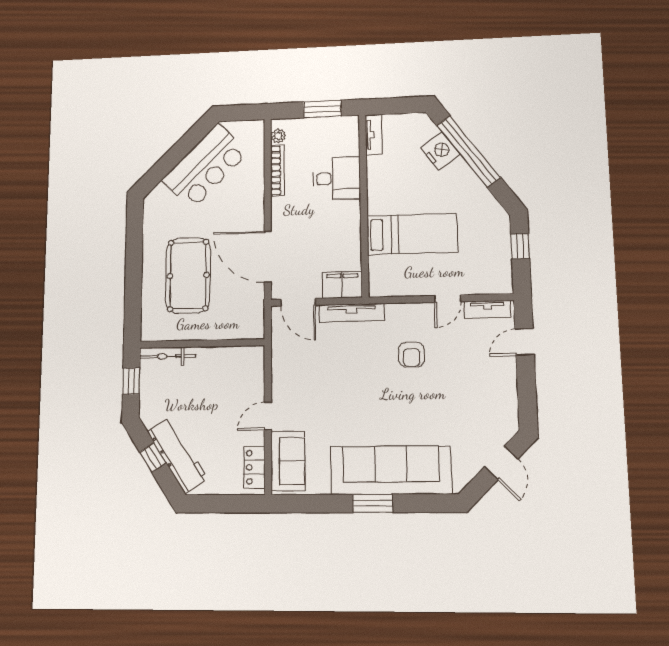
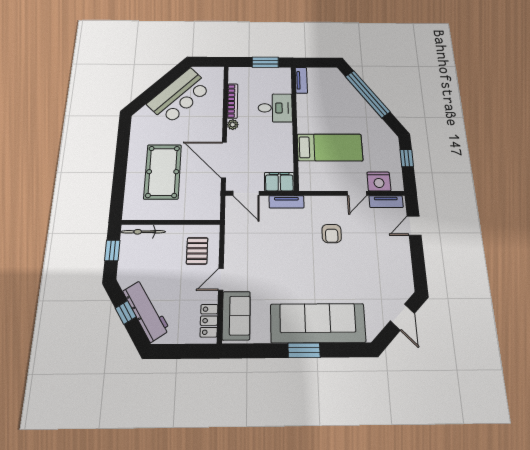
plant: (278, 136) -> (233, 125), moved
nightstand: (440, 151) -> (379, 181), moved, turned 126
tv unit: (352, 313) -> (286, 202), width x0.71
pallet: (237, 380) -> (197, 251), added

